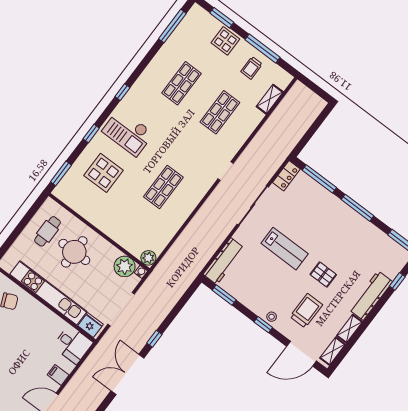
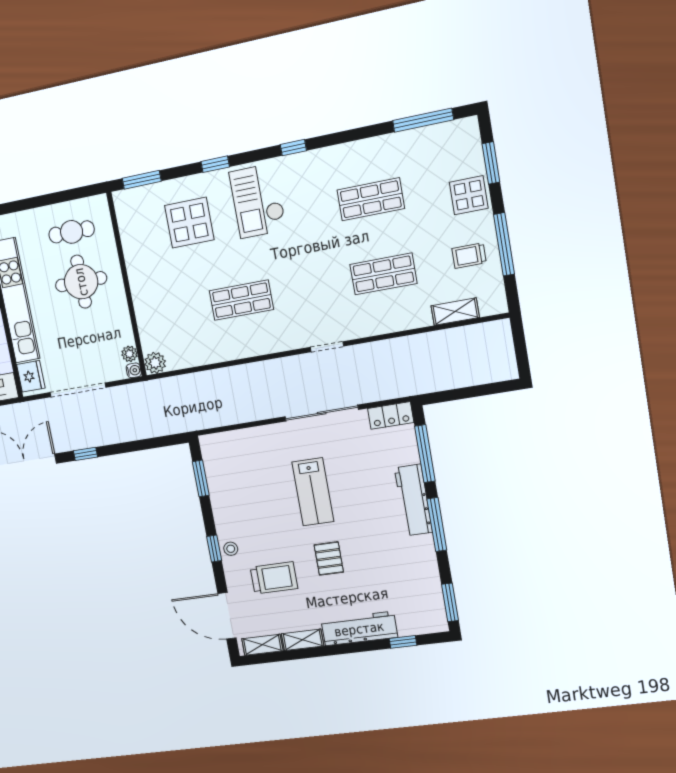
workbench: (224, 261) -> (413, 500), moved, turned 90
plant: (125, 266) -> (129, 354), width x0.53, depth x0.53

